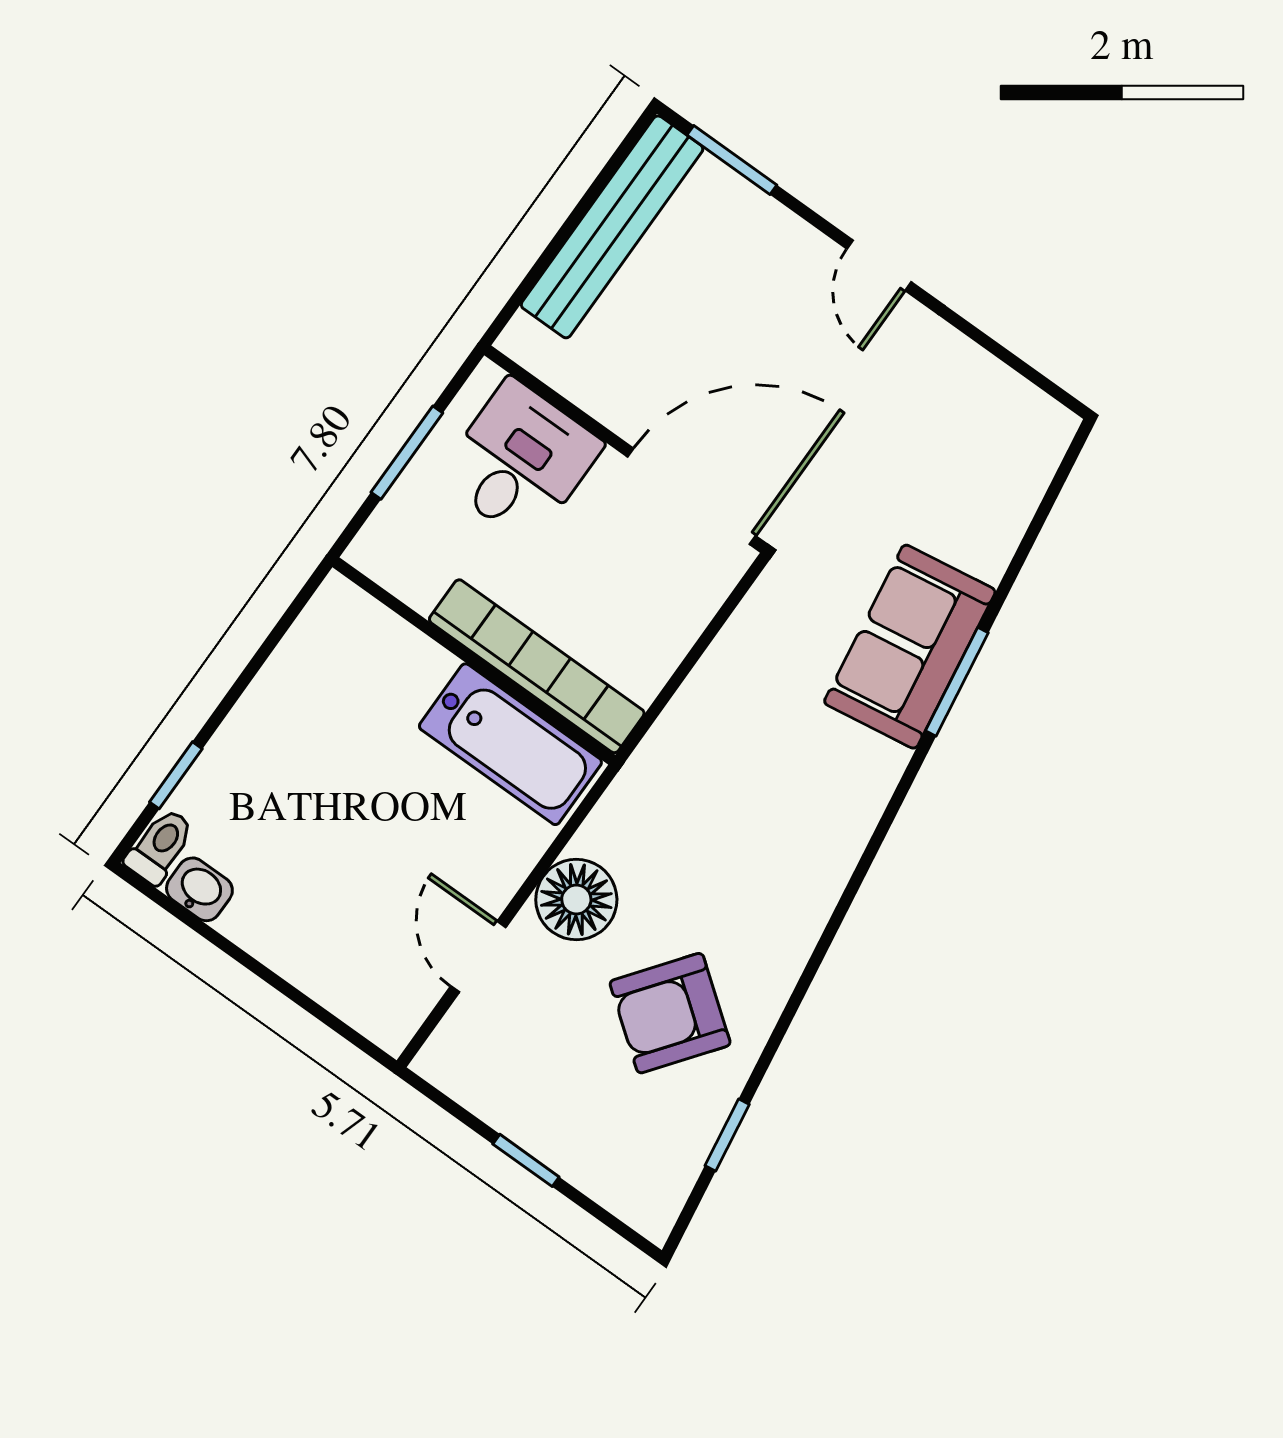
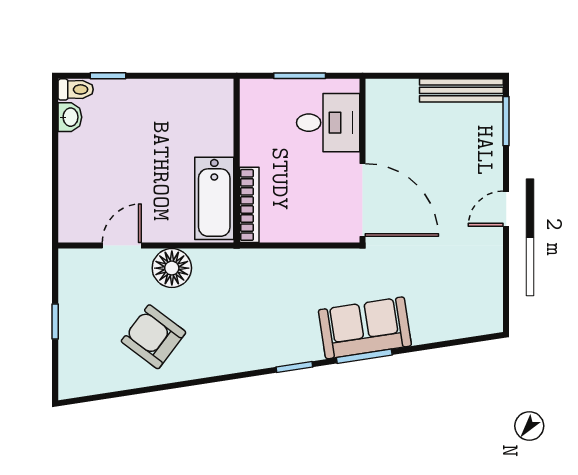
bench: (612, 227) -> (461, 90), width x0.73, depth x0.82
bookcase: (537, 666) -> (249, 205), width x0.68, depth x0.76
window: (727, 1135) -> (294, 367), moved

